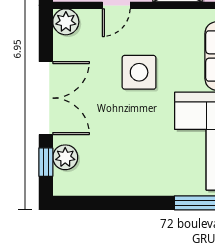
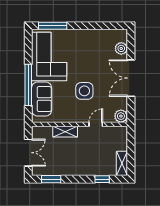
window: (46, 162) -> (131, 46), removed

